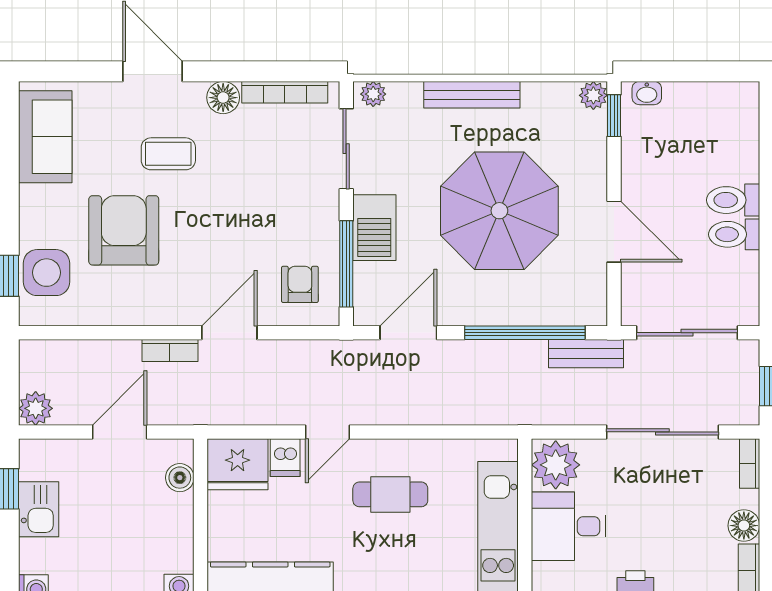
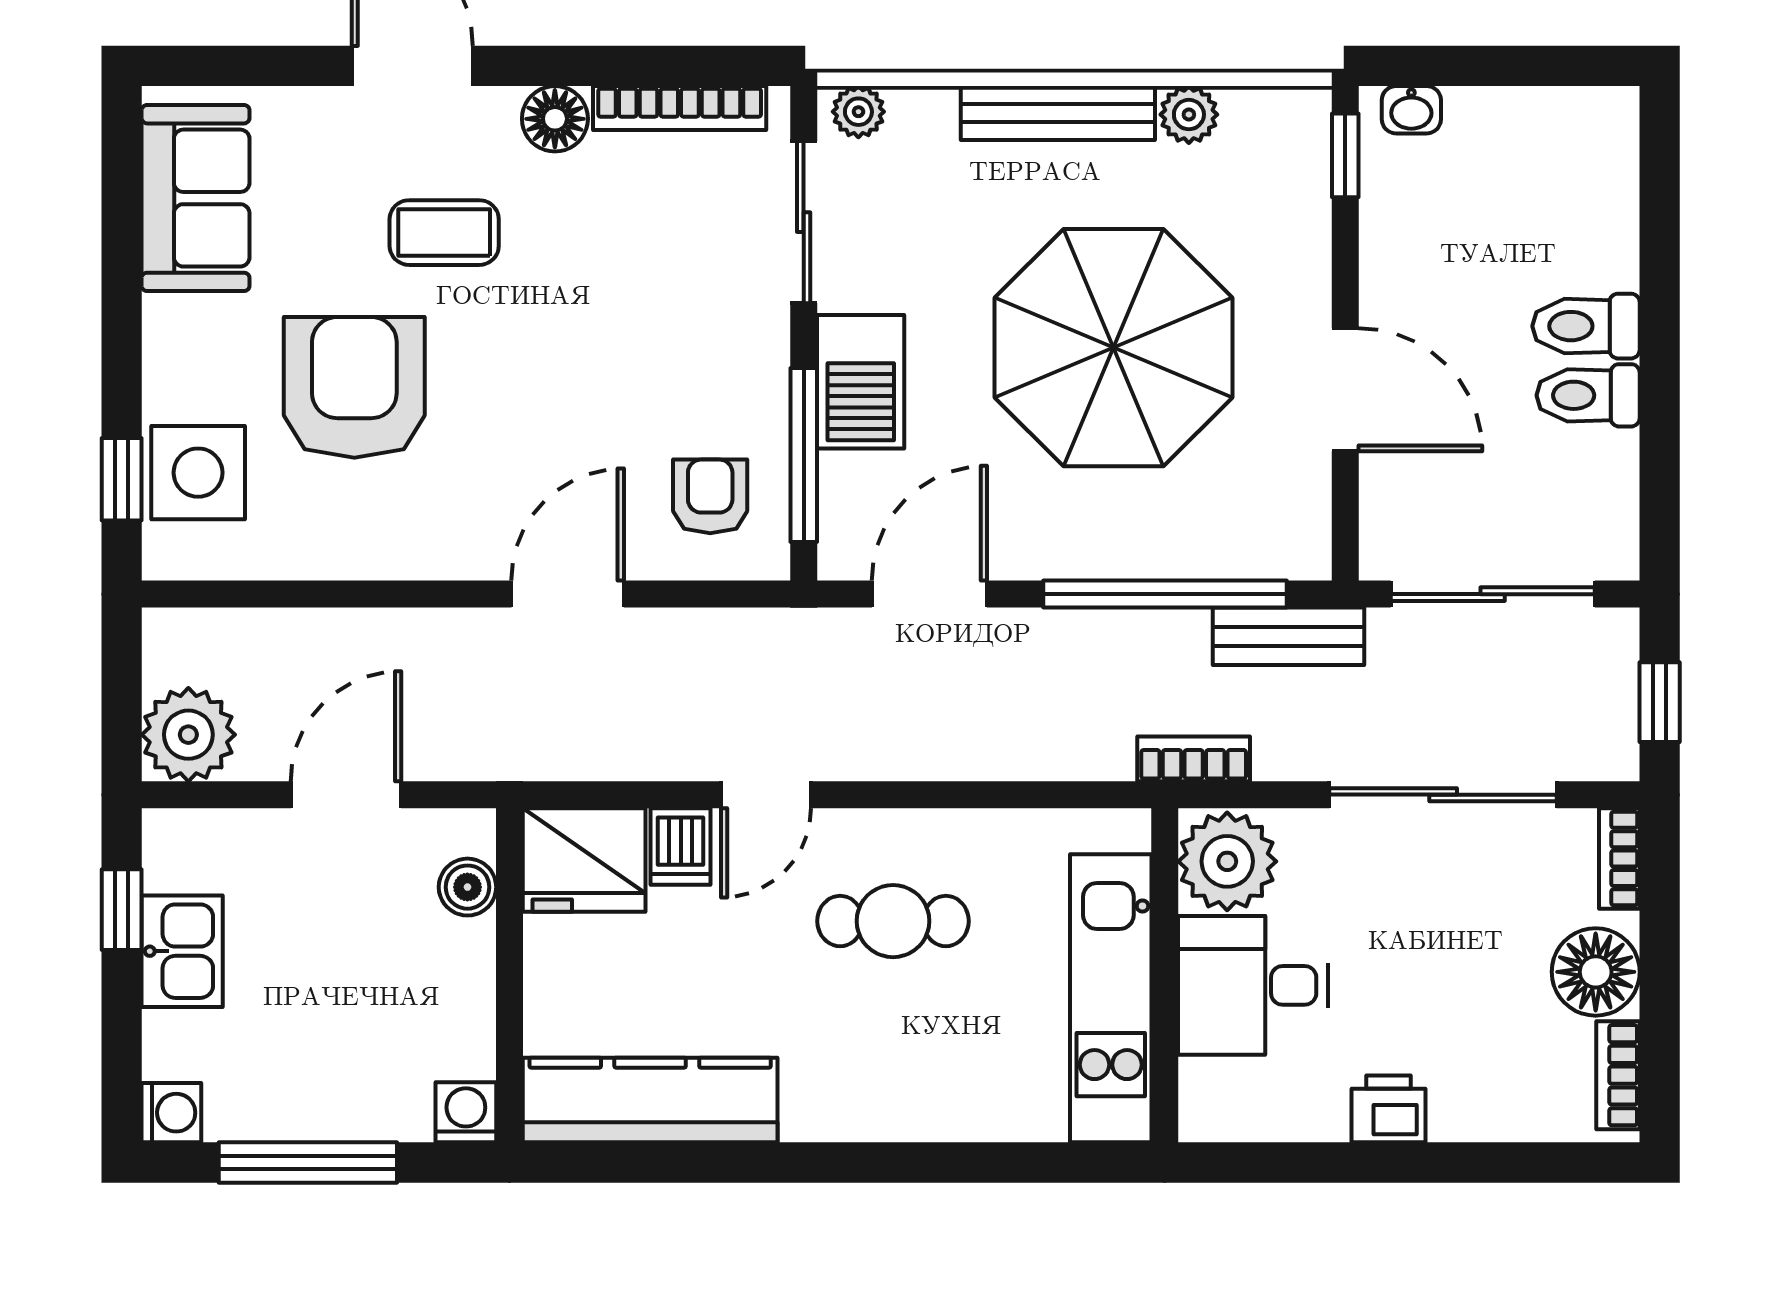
plant: (593, 95) -> (1189, 115), moved
bookcase: (170, 350) -> (1194, 759), moved, turned 180
plant: (36, 408) -> (188, 735), width x1.36, depth x1.36
floor lamp: (744, 526) -> (1596, 972), width x1.38, depth x1.38

